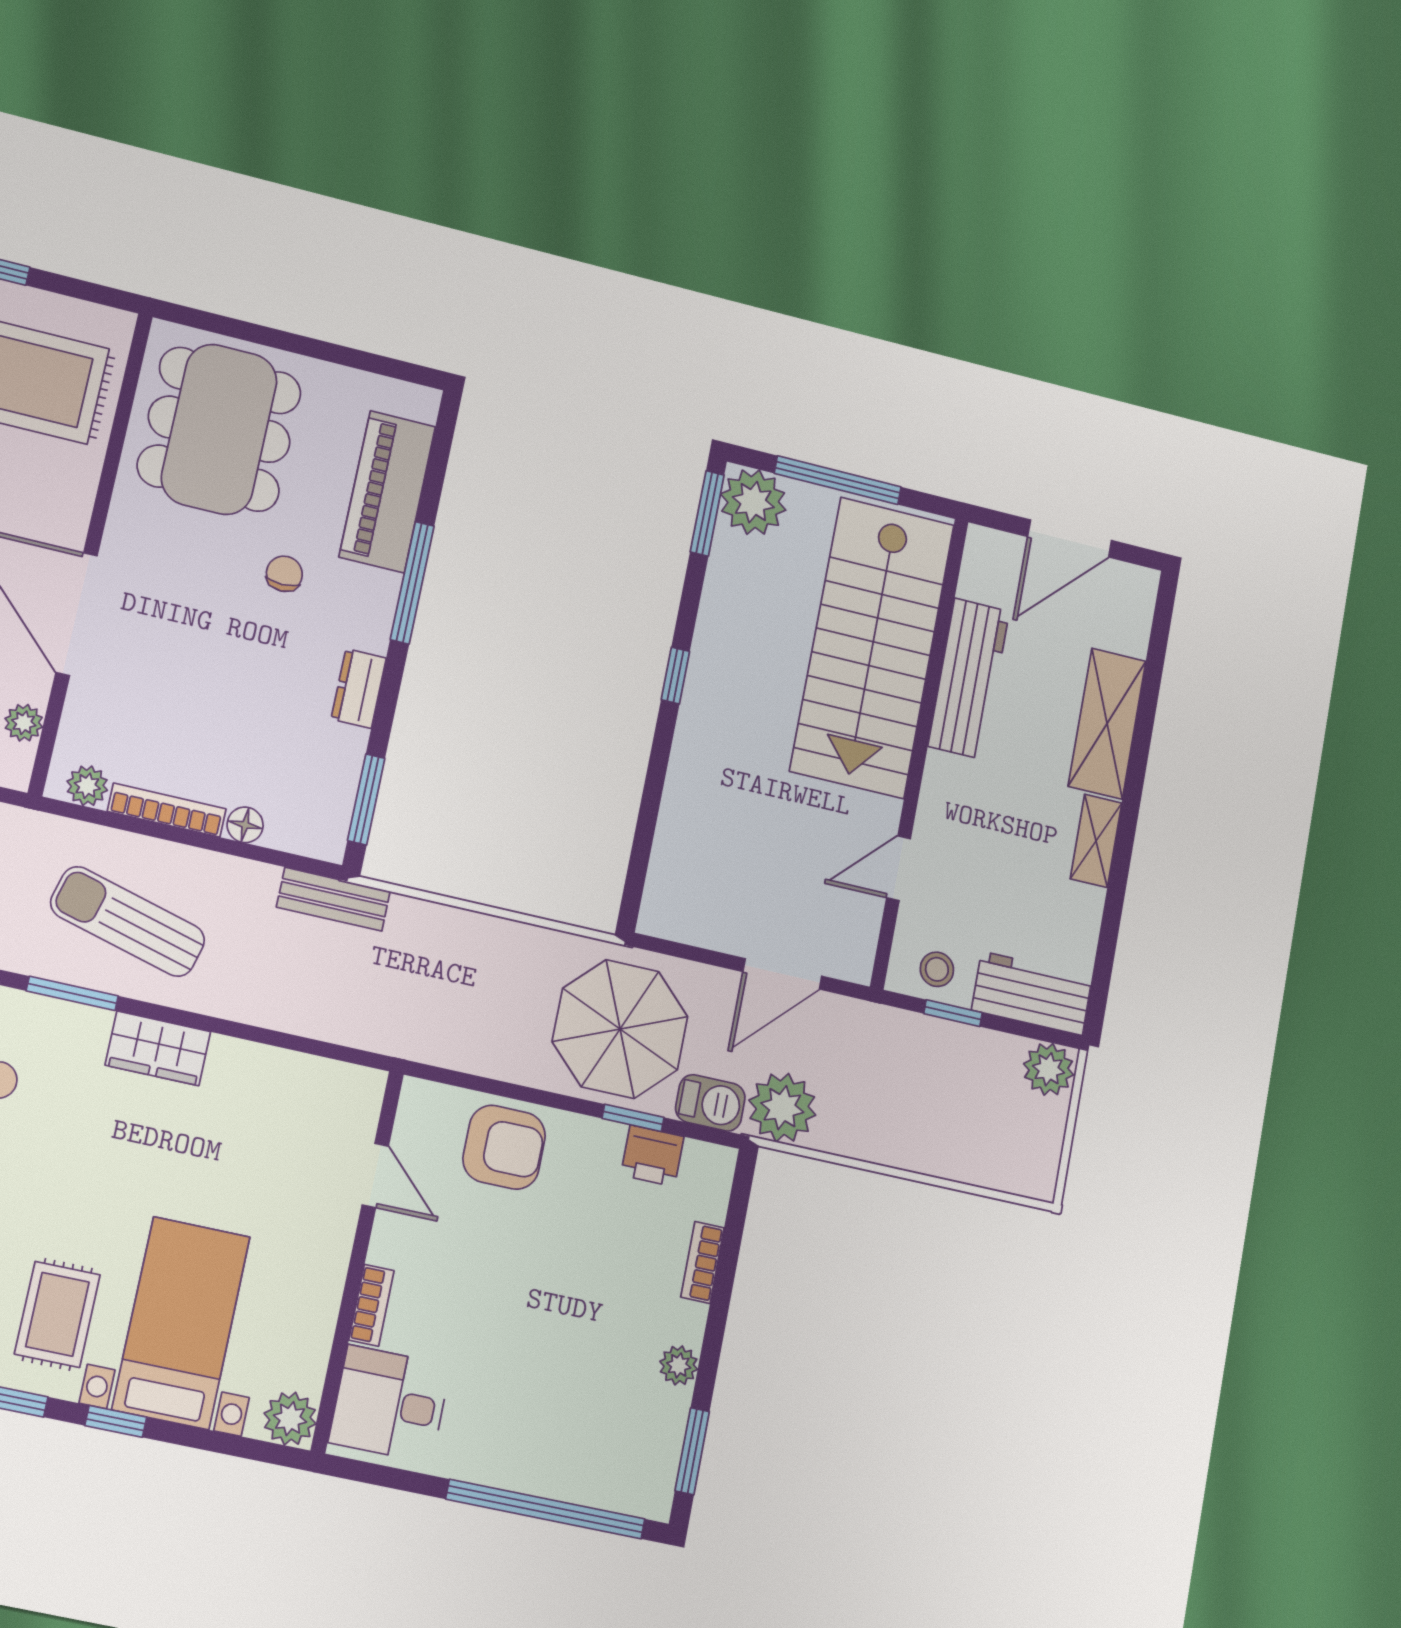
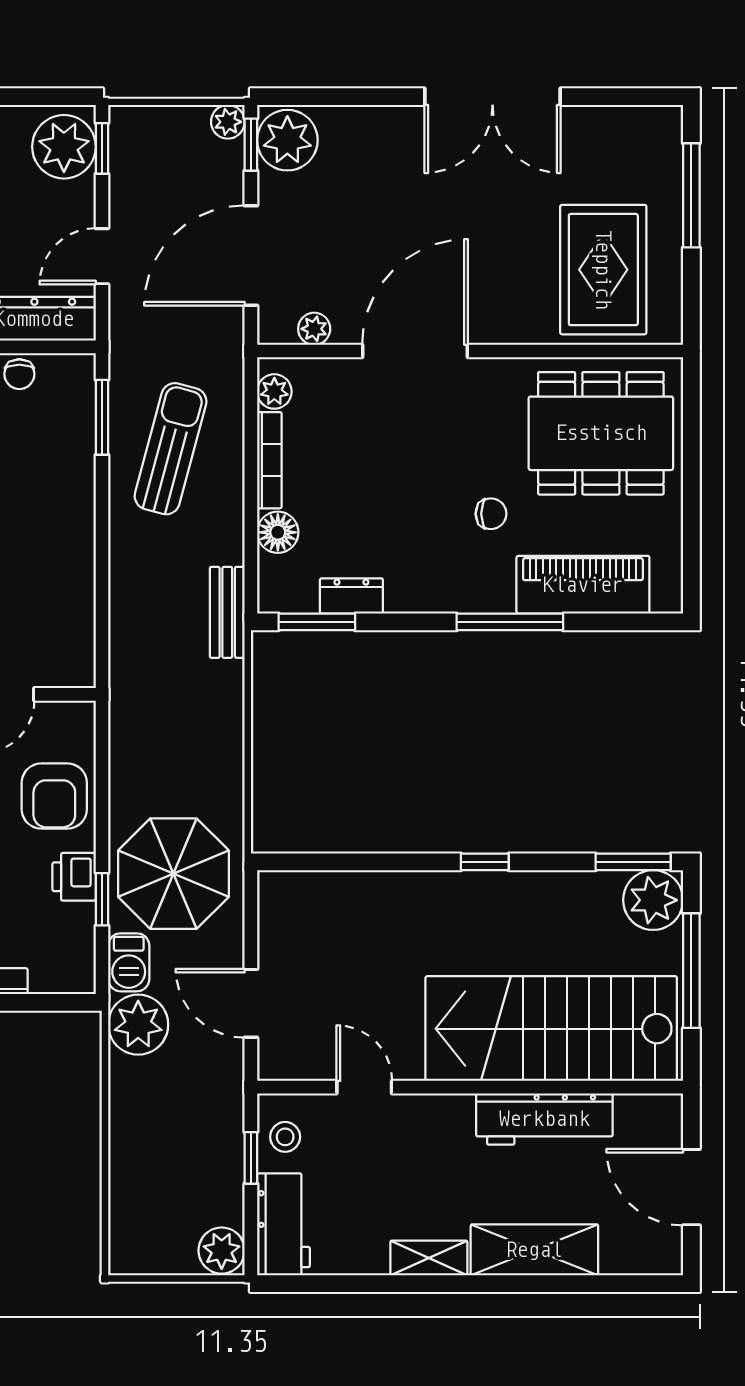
dresser: (359, 688) -> (351, 596), moved
floor lamp: (245, 825) -> (278, 532), width x1.37, depth x1.37
wardrobe: (158, 1048) -> (73, 496), removed
printer: (652, 1156) -> (74, 877), moved

